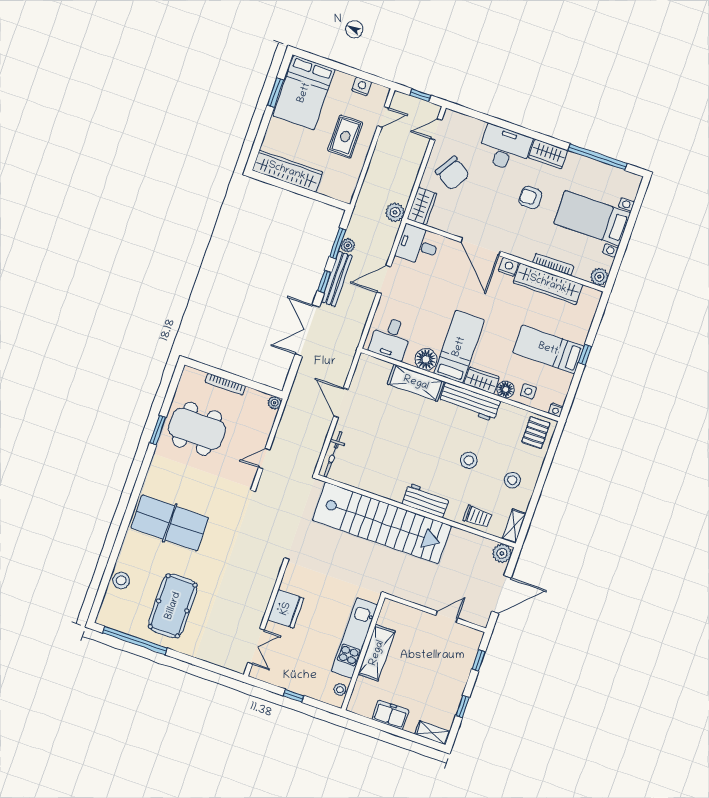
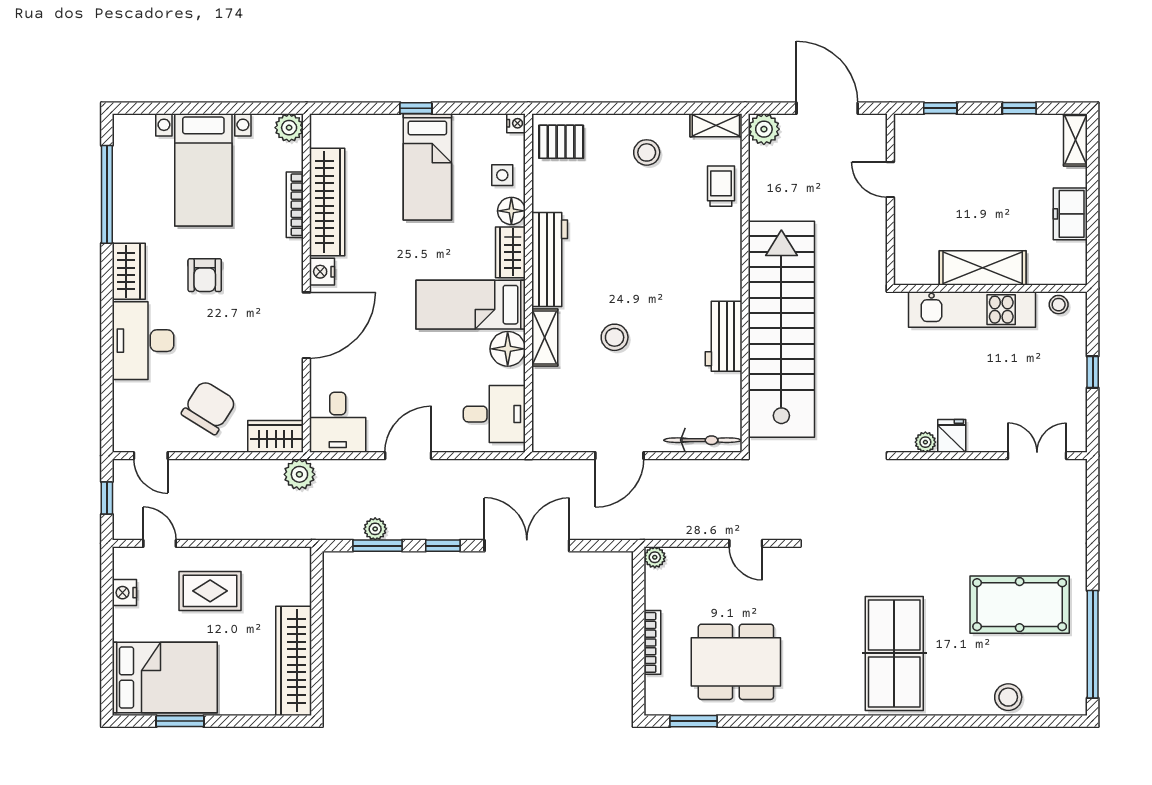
bench: (337, 279) -> (432, 528), removed
door: (384, 280) -> (408, 456), swing flipped
double door: (307, 331) -> (527, 546), swing flipped
shelving: (416, 383) -> (545, 338), width x0.67, depth x0.75
dining table: (197, 429) -> (736, 662), turned 90
window: (158, 430) -> (694, 721), moved
stool: (469, 460) -> (615, 337), moved
workbench: (426, 500) -> (724, 336), moved
plant: (287, 584) -> (925, 442), added
fridge: (286, 609) -> (952, 436), width x0.53, depth x0.75

